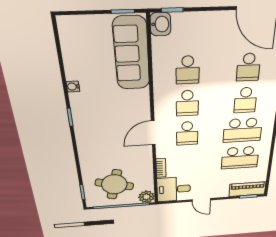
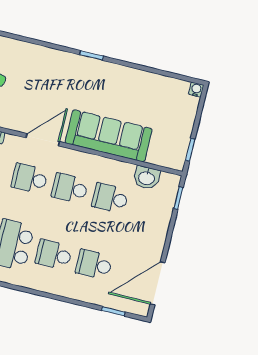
washbasin: (161, 24) -> (147, 178), moved
sofa: (131, 54) -> (109, 136), moved
water cooler: (73, 87) -> (196, 90), moved
door: (153, 133) -> (43, 140), hinge flipped

